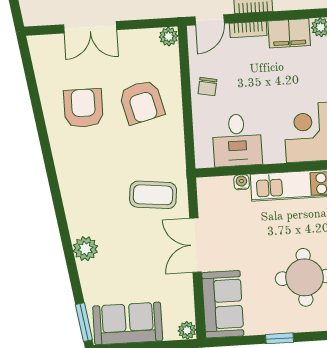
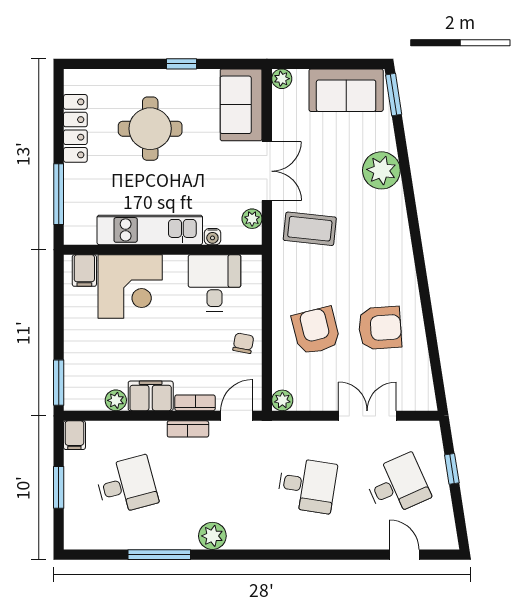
armchair: (83, 108) -> (380, 328), turned -94
plant: (206, 201) -> (252, 219), added
plant: (85, 249) -> (381, 170), width x1.36, depth x1.36

